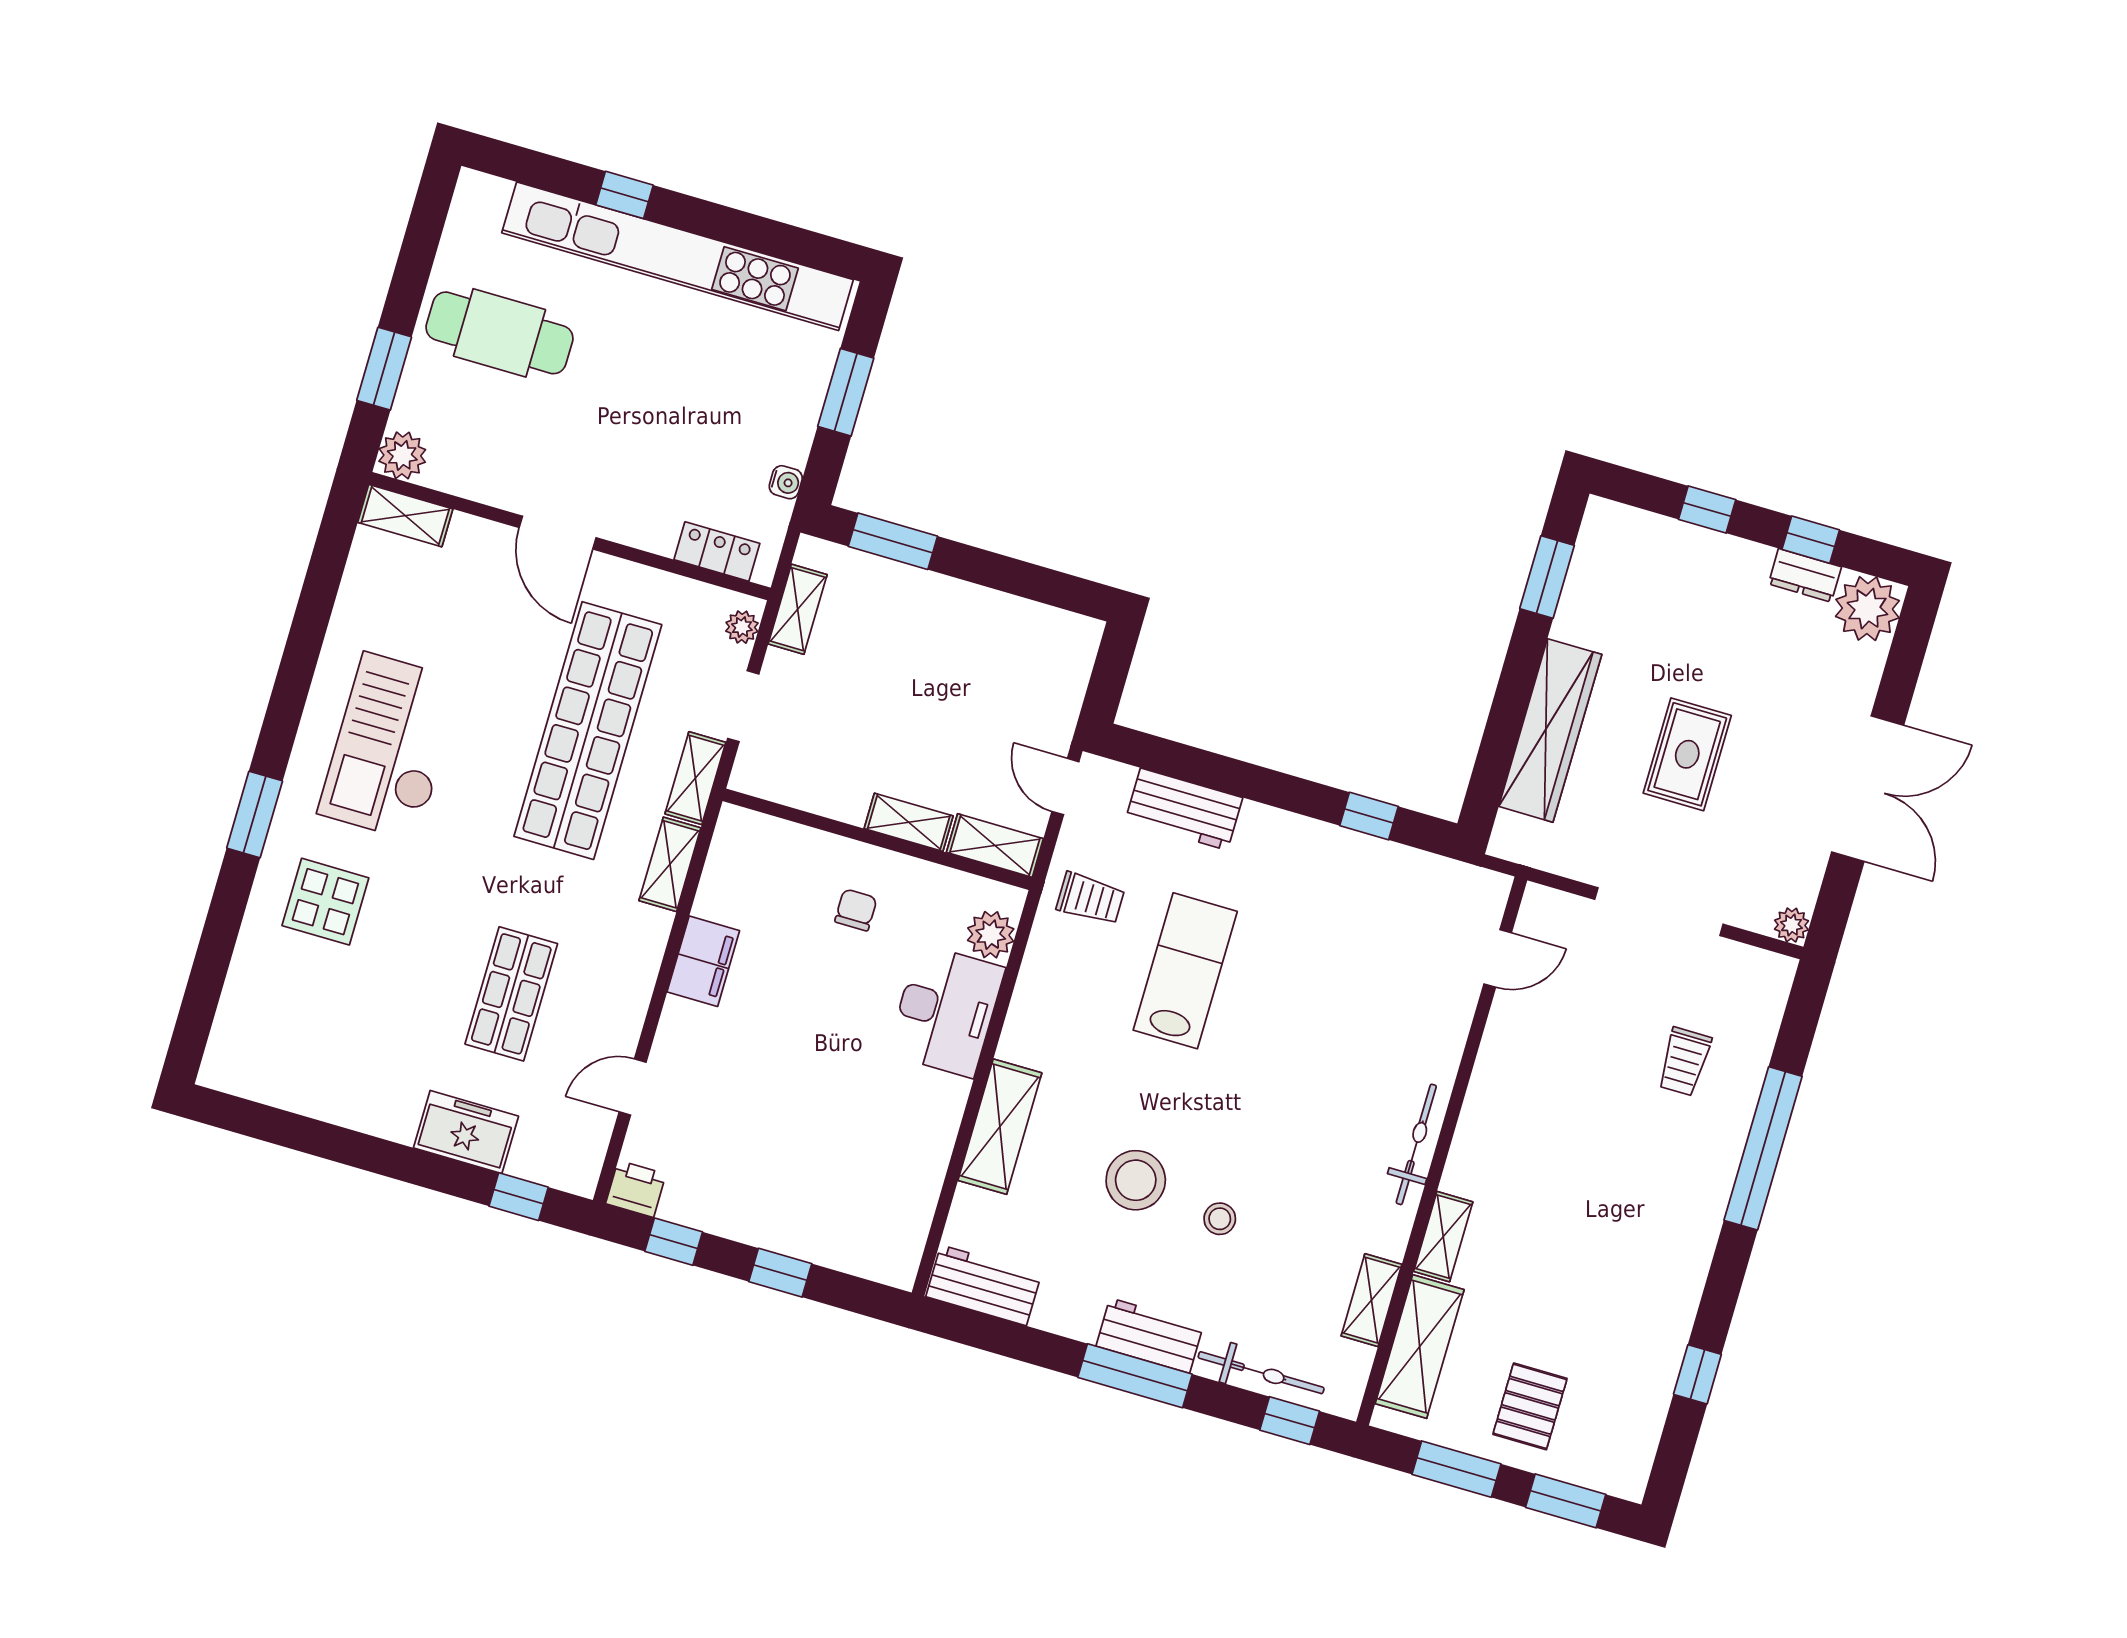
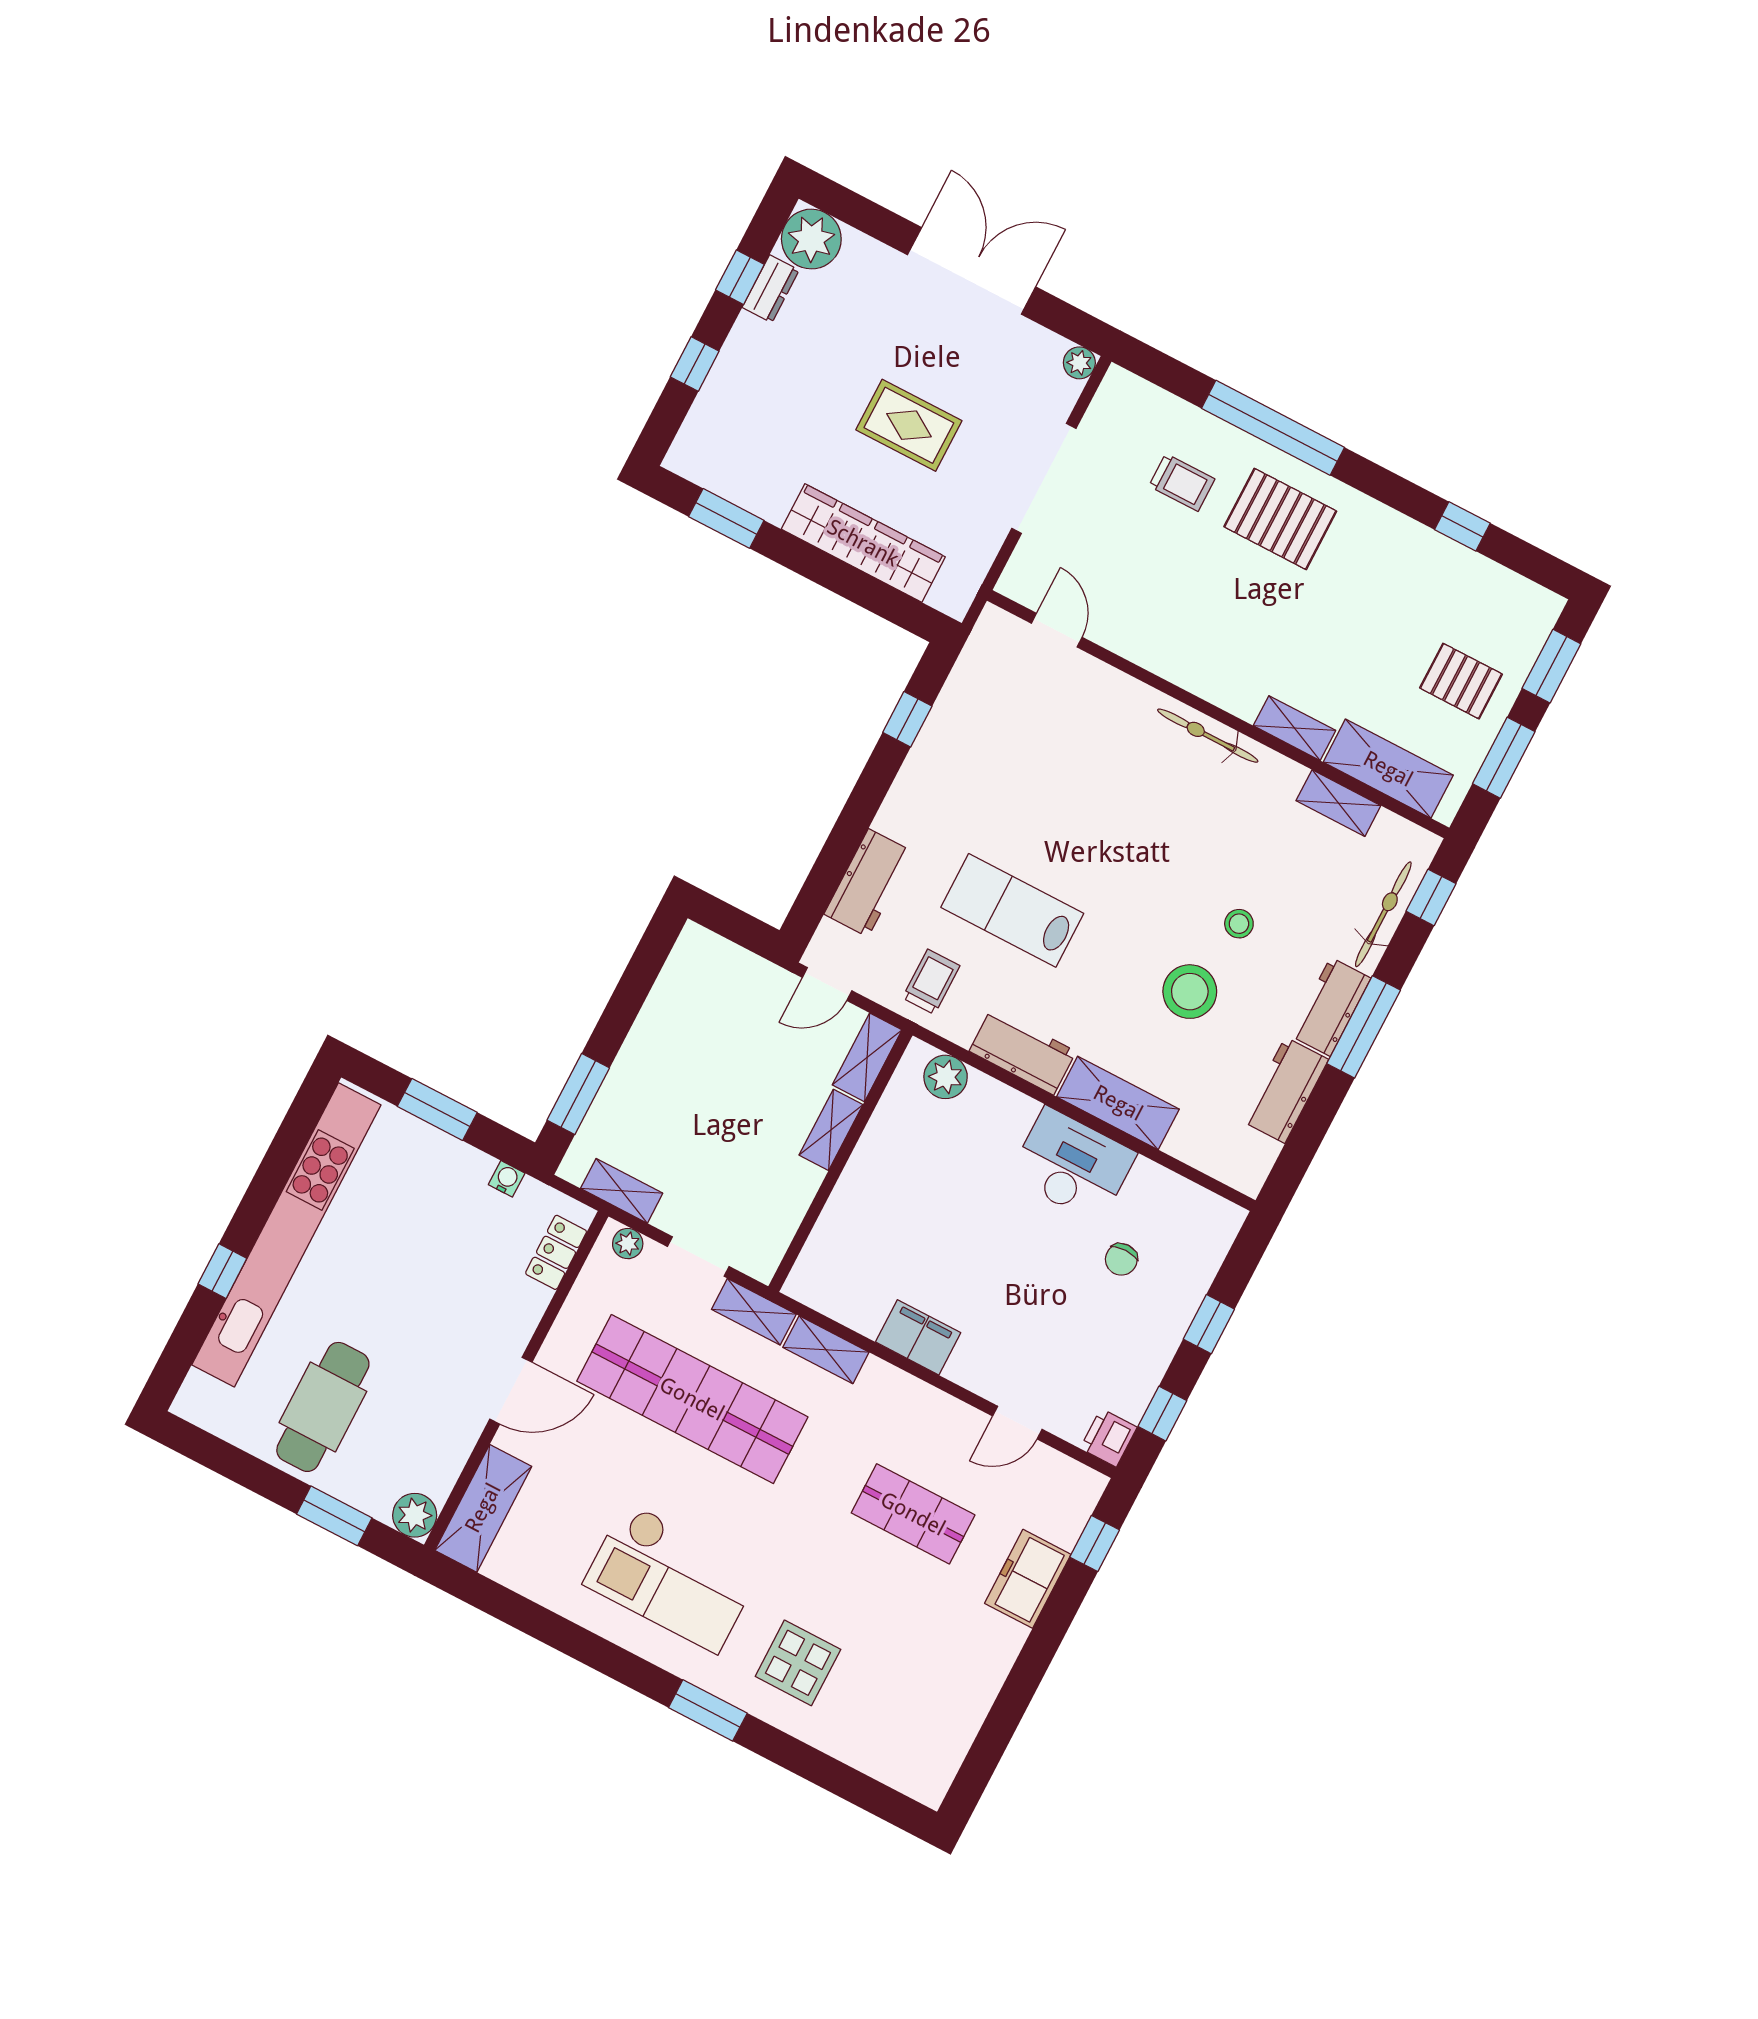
shelving: (405, 516) -> (483, 1508), width x1.50, depth x1.33
chair: (856, 910) -> (1121, 1259), moved, turned -90
desk: (946, 1011) -> (1072, 1165), moved
workbench: (1035, 1012) -> (1023, 1051), added
door: (633, 1087) -> (1017, 1423), hinge flipped
pallet: (1666, 1176) -> (1280, 519), added
workbench: (984, 1285) -> (1285, 1090), moved

